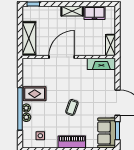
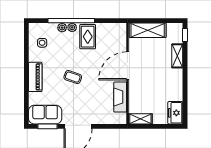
shelving: (72, 11) -> (177, 56), moved
freezer: (94, 13) -> (175, 113), moved
door: (62, 57) -> (128, 66), swing flipped
fireplace: (101, 64) -> (120, 97), moved

